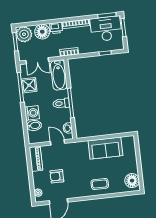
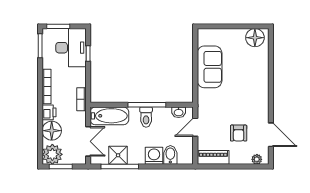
desk: (106, 29) -> (71, 48), moved, turned 180
coffee table: (100, 184) -> (255, 79), removed

